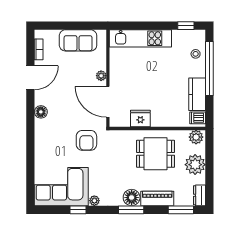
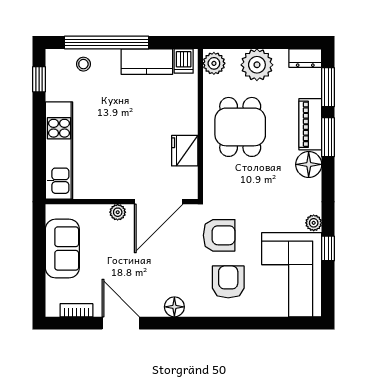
armchair: (57, 146) -> (228, 282), added
window: (131, 210) -> (328, 137), moved

